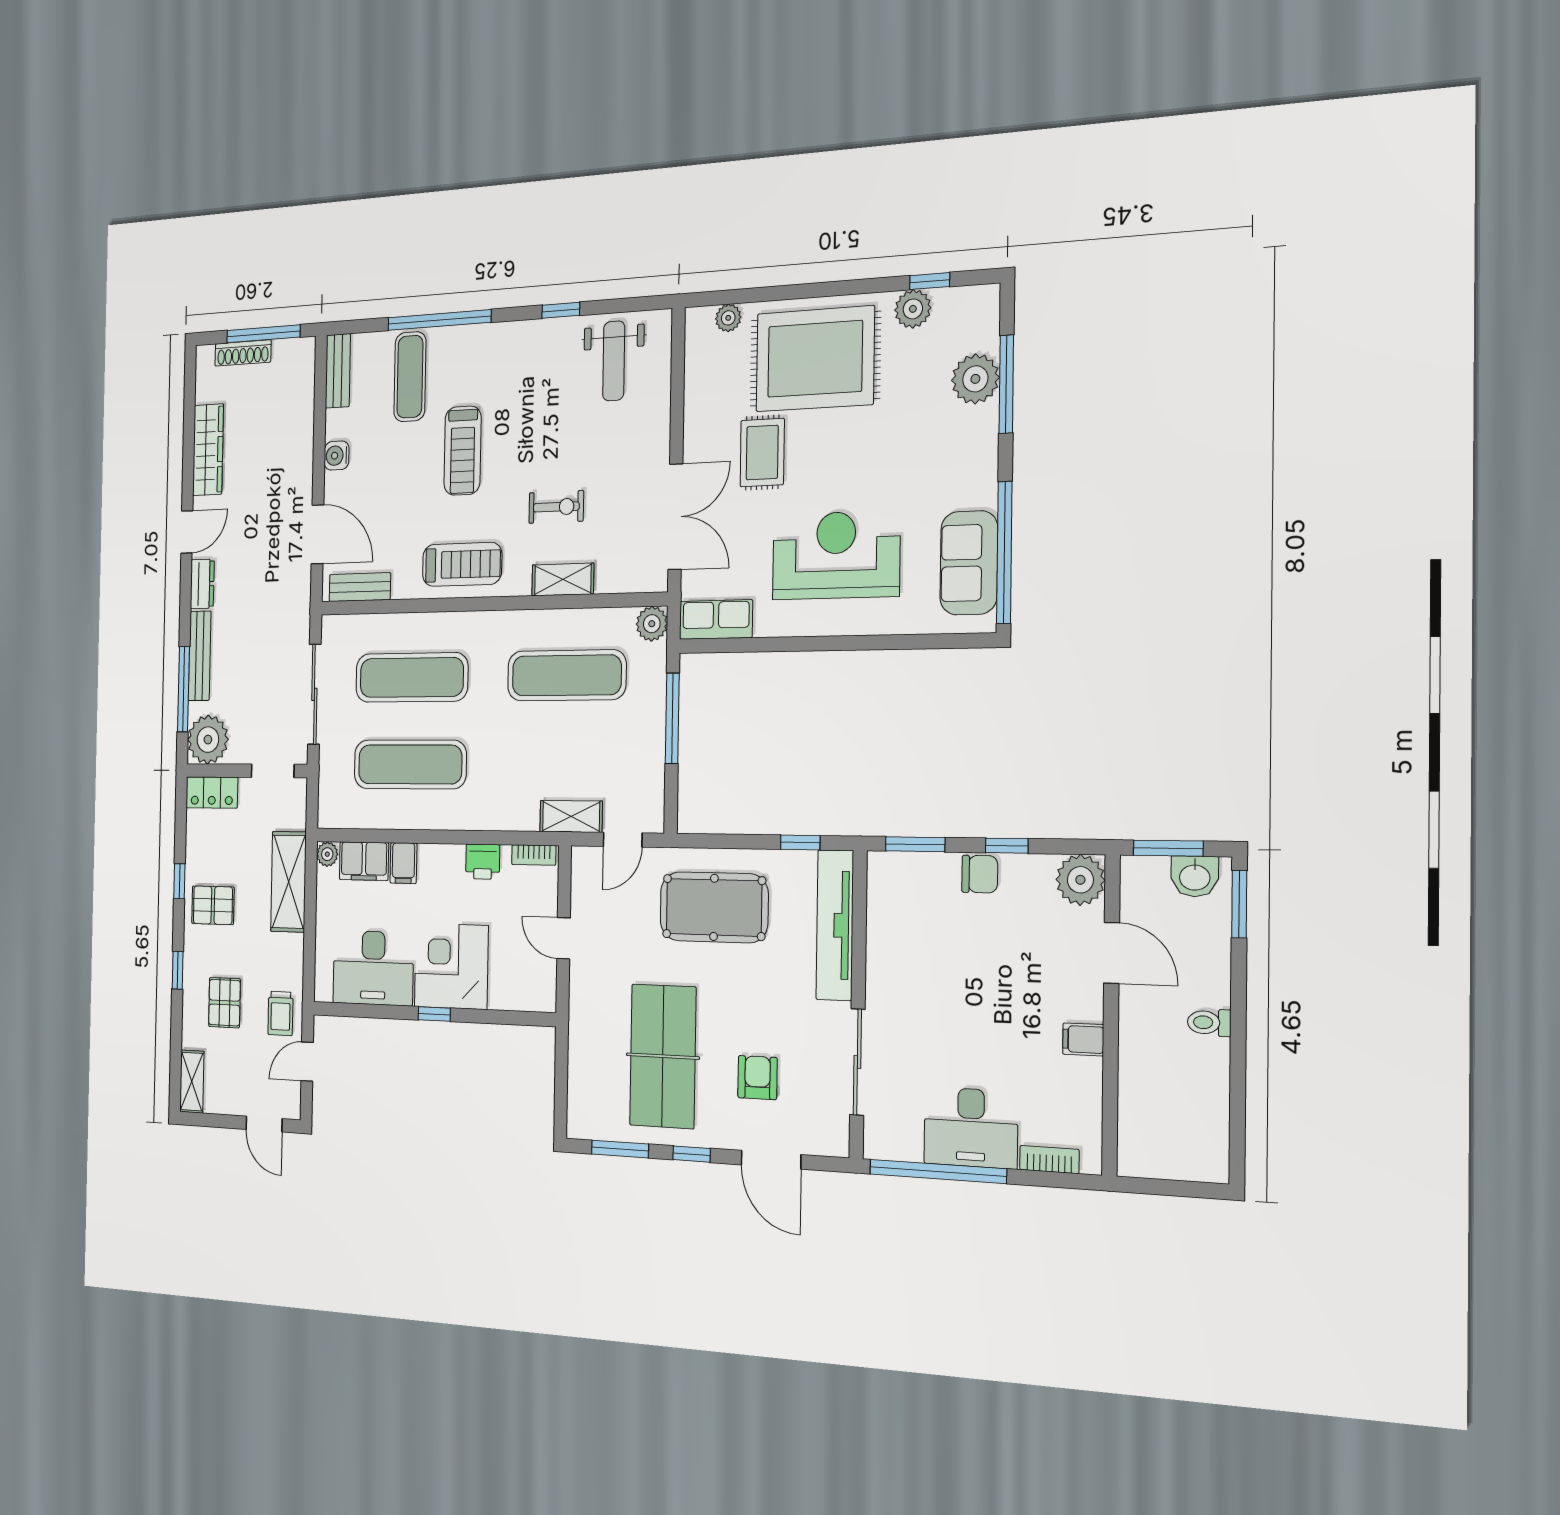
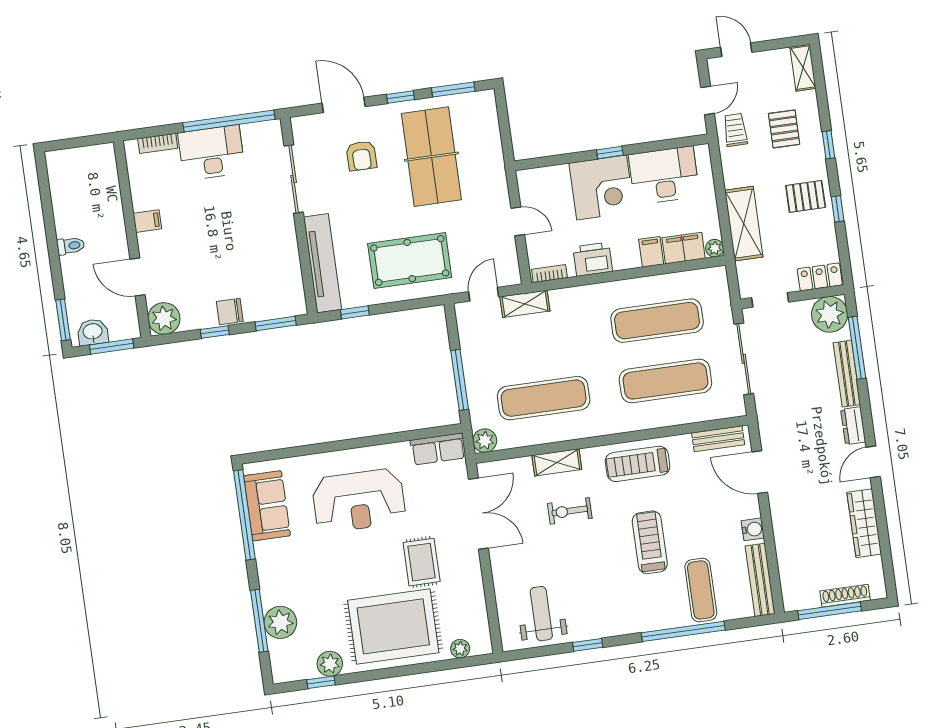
bench: (338, 371) -> (760, 580), width x1.36
double door: (675, 517) -> (478, 514), swing flipped
printer: (483, 862) -> (593, 259), width x1.36, depth x1.24

